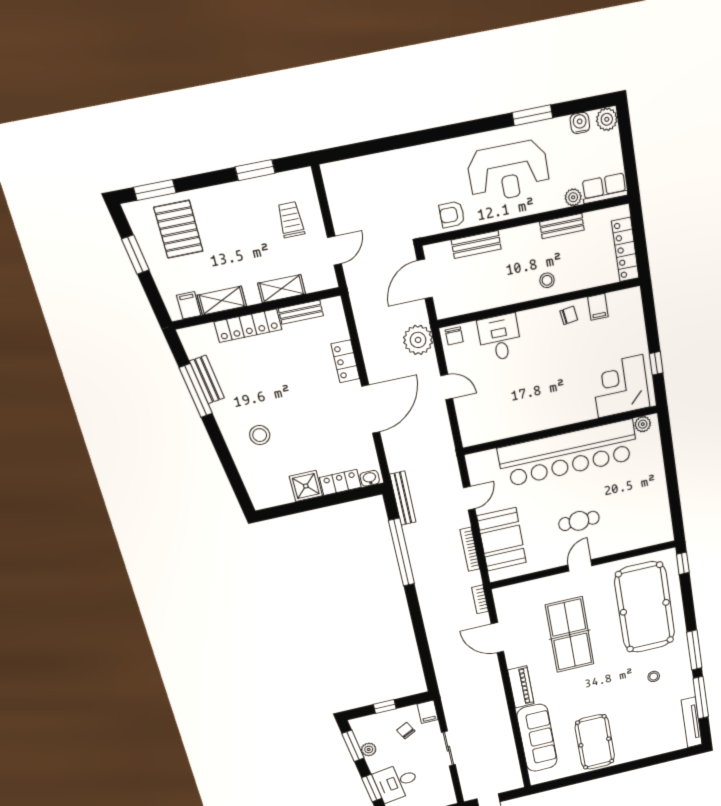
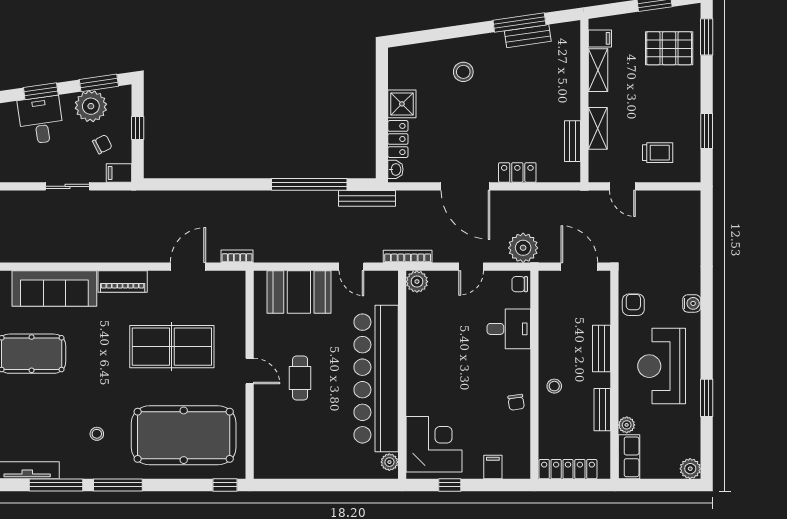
water cooler: (580, 123) -> (692, 303), moved
bench: (476, 245) -> (601, 348), moved
filing cabinet: (598, 307) -> (493, 467), moved, turned 90
locker: (248, 326) -> (570, 88), removed
plant: (471, 435) -> (417, 282), added
bookcase: (470, 549) -> (408, 256), moved
plant: (369, 749) -> (91, 106), width x1.88, depth x1.88

